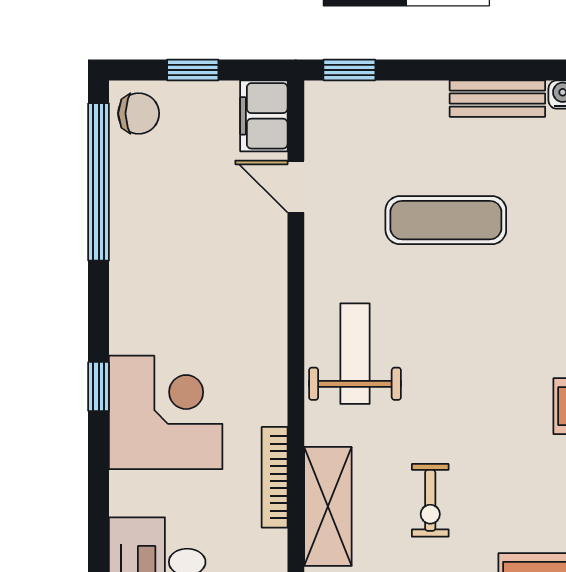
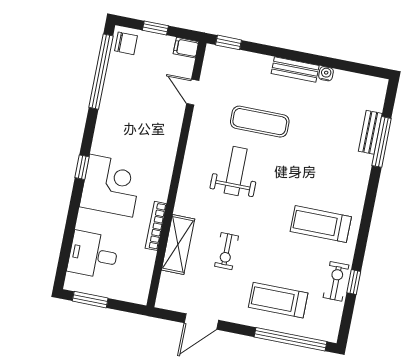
filing cabinet: (264, 116) -> (186, 48), width x0.50
weight bench: (355, 354) -> (236, 171), moved

